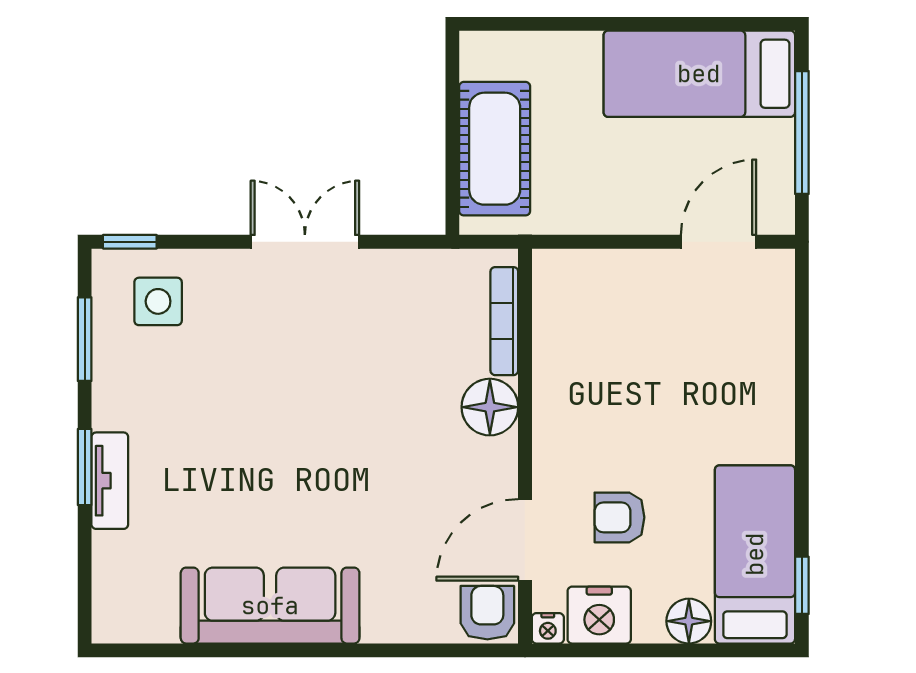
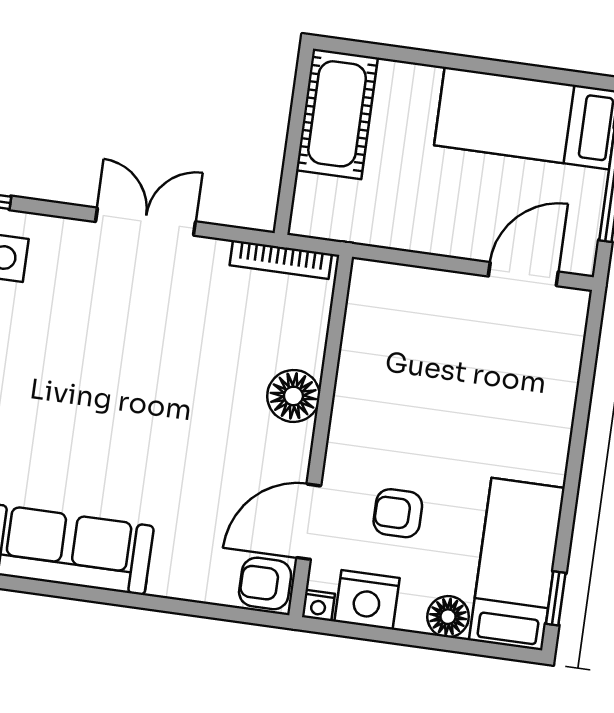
cot: (495, 149) -> (337, 114), moved
bookcase: (504, 321) -> (281, 260), moved, turned -90
armchair: (487, 613) -> (265, 583), turned -90

